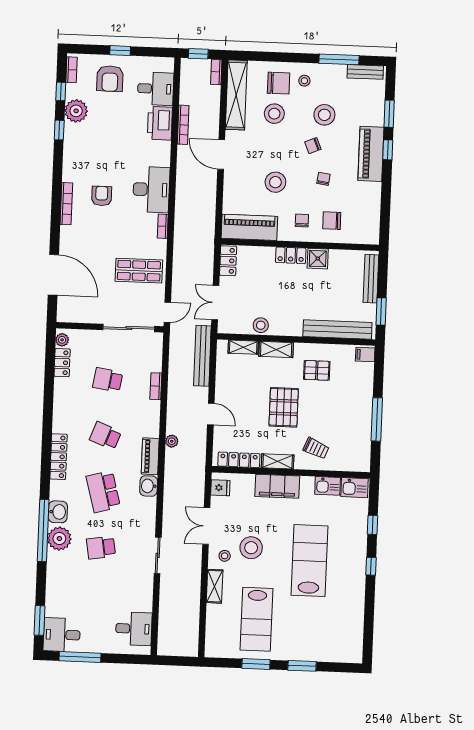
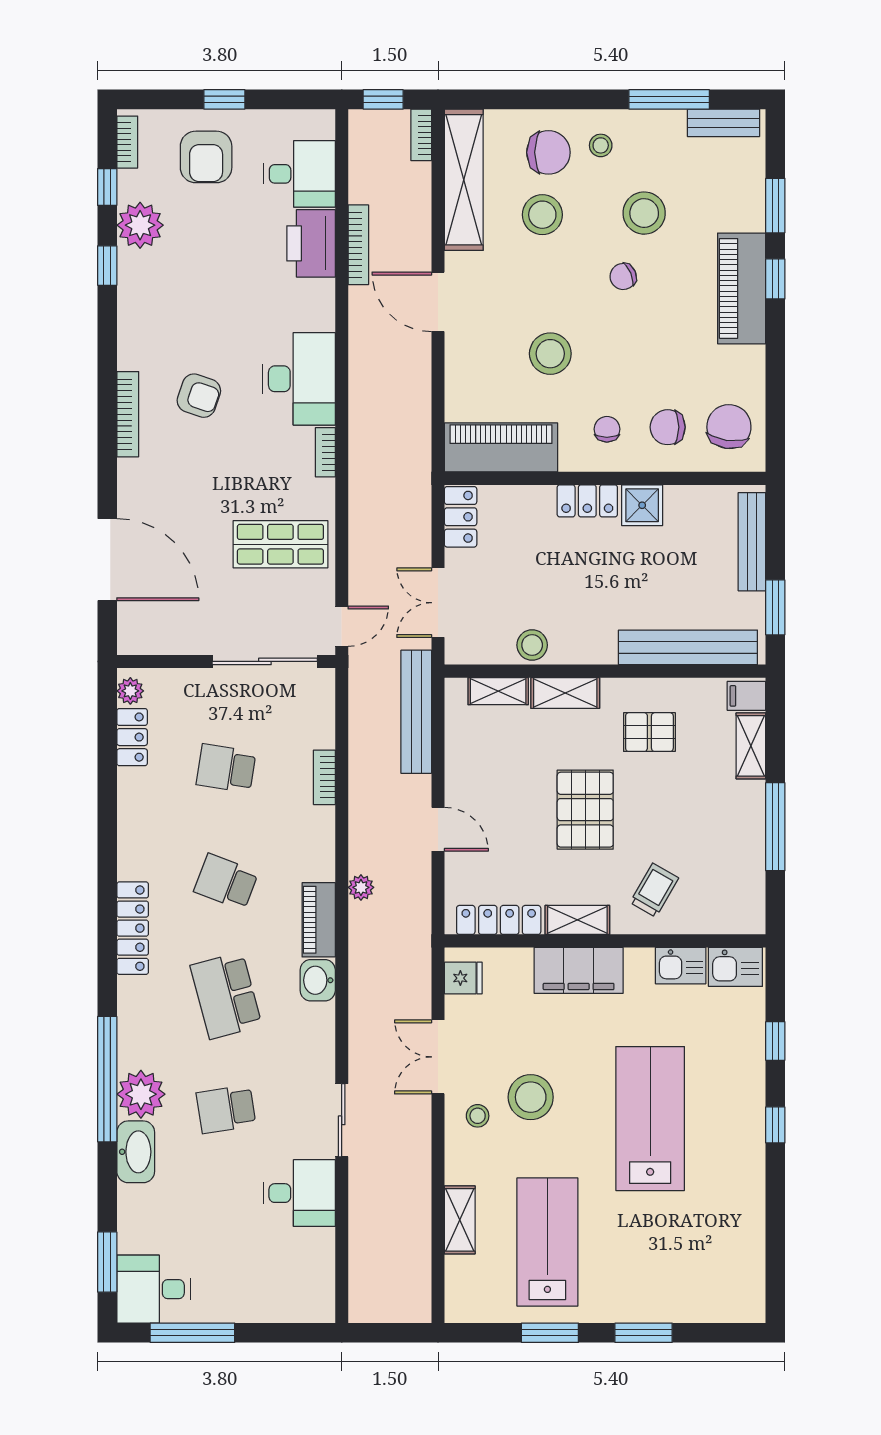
chair: (323, 179) -> (729, 427), moved, width x1.87, depth x1.87
armchair: (102, 196) -> (199, 396), turned 109
shelving: (366, 379) -> (751, 746), added
trolley: (316, 448) -> (654, 890), turned -83
washbasin: (58, 512) -> (136, 1152), moved, width x1.38
shelving: (215, 586) -> (460, 1220), moved
lab bench: (256, 619) -> (547, 1242), turned 180
desk: (134, 629) -> (299, 1193), moved

